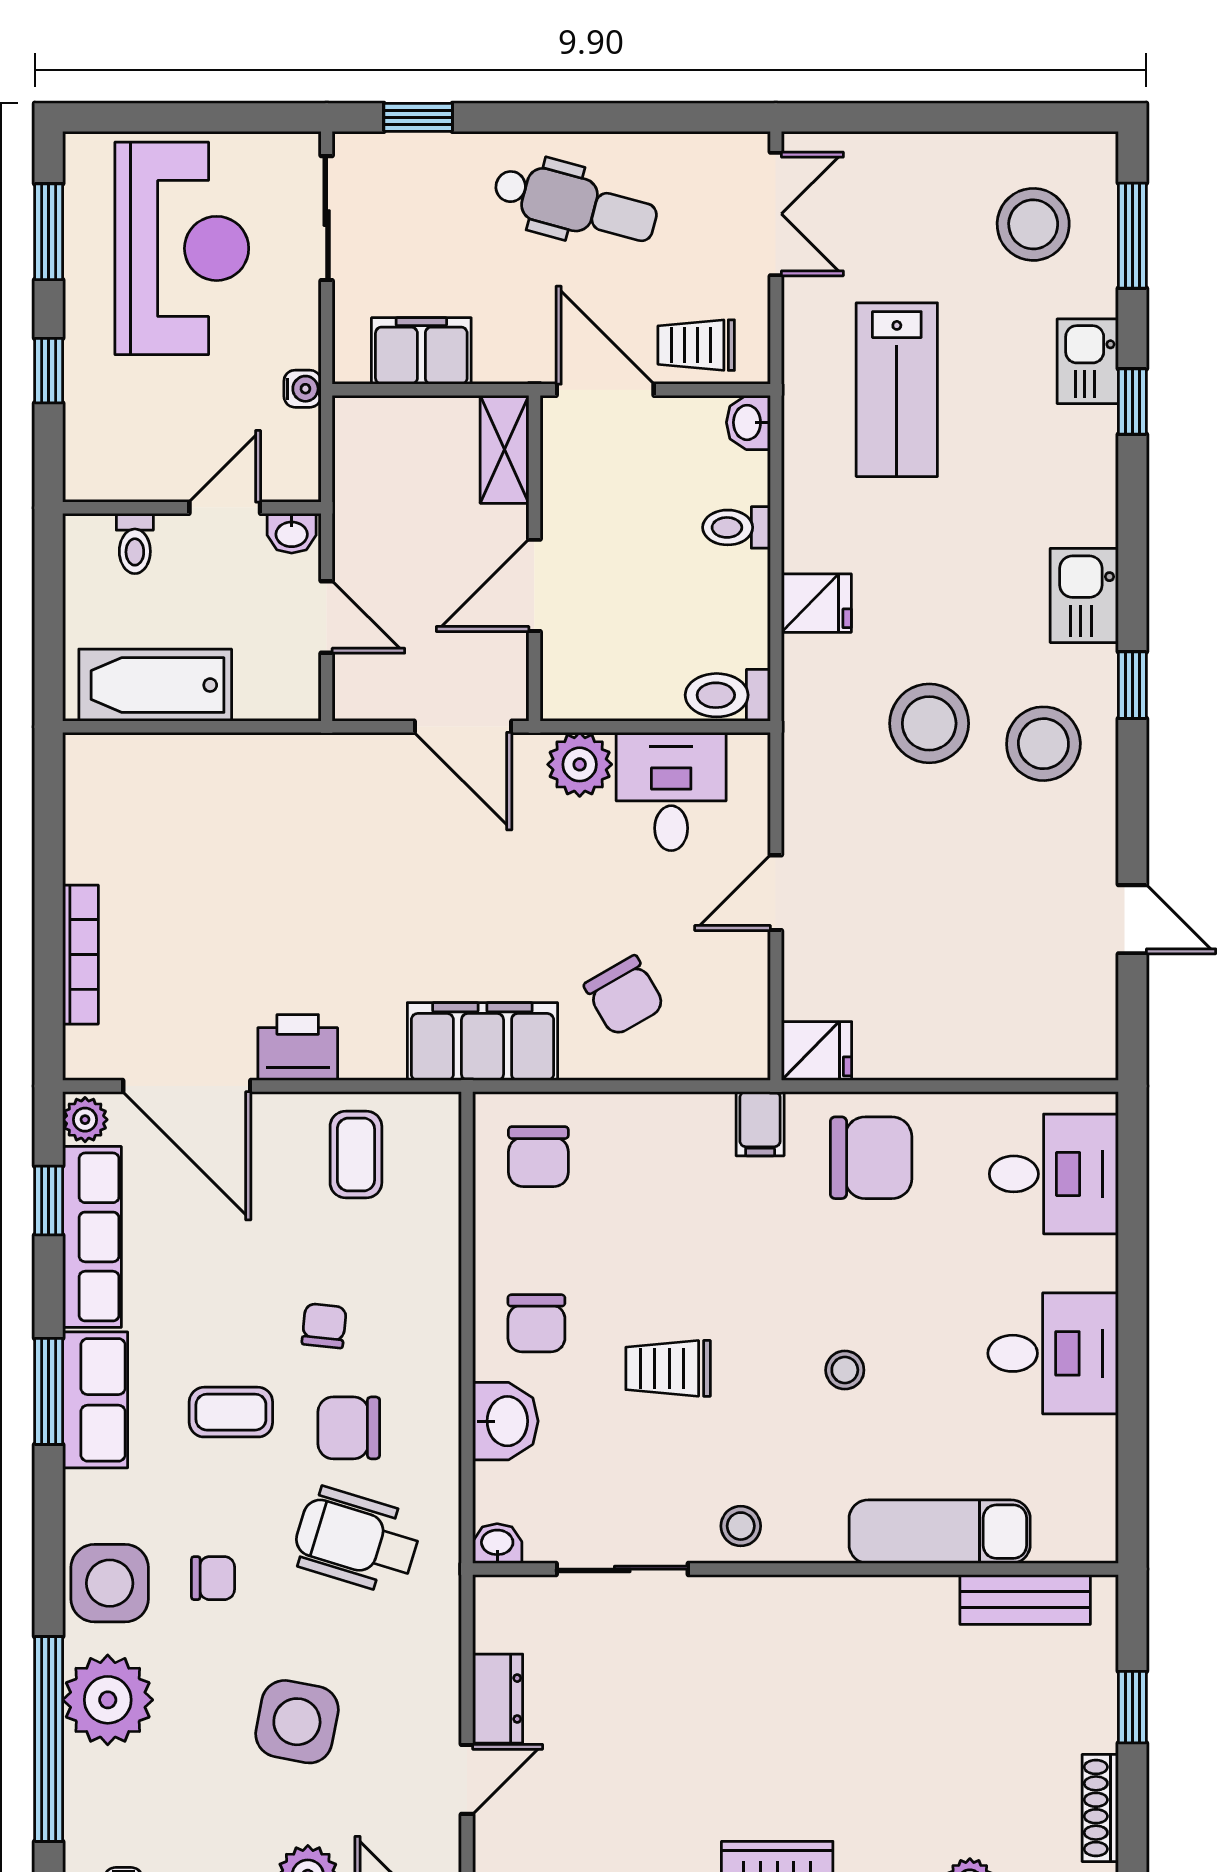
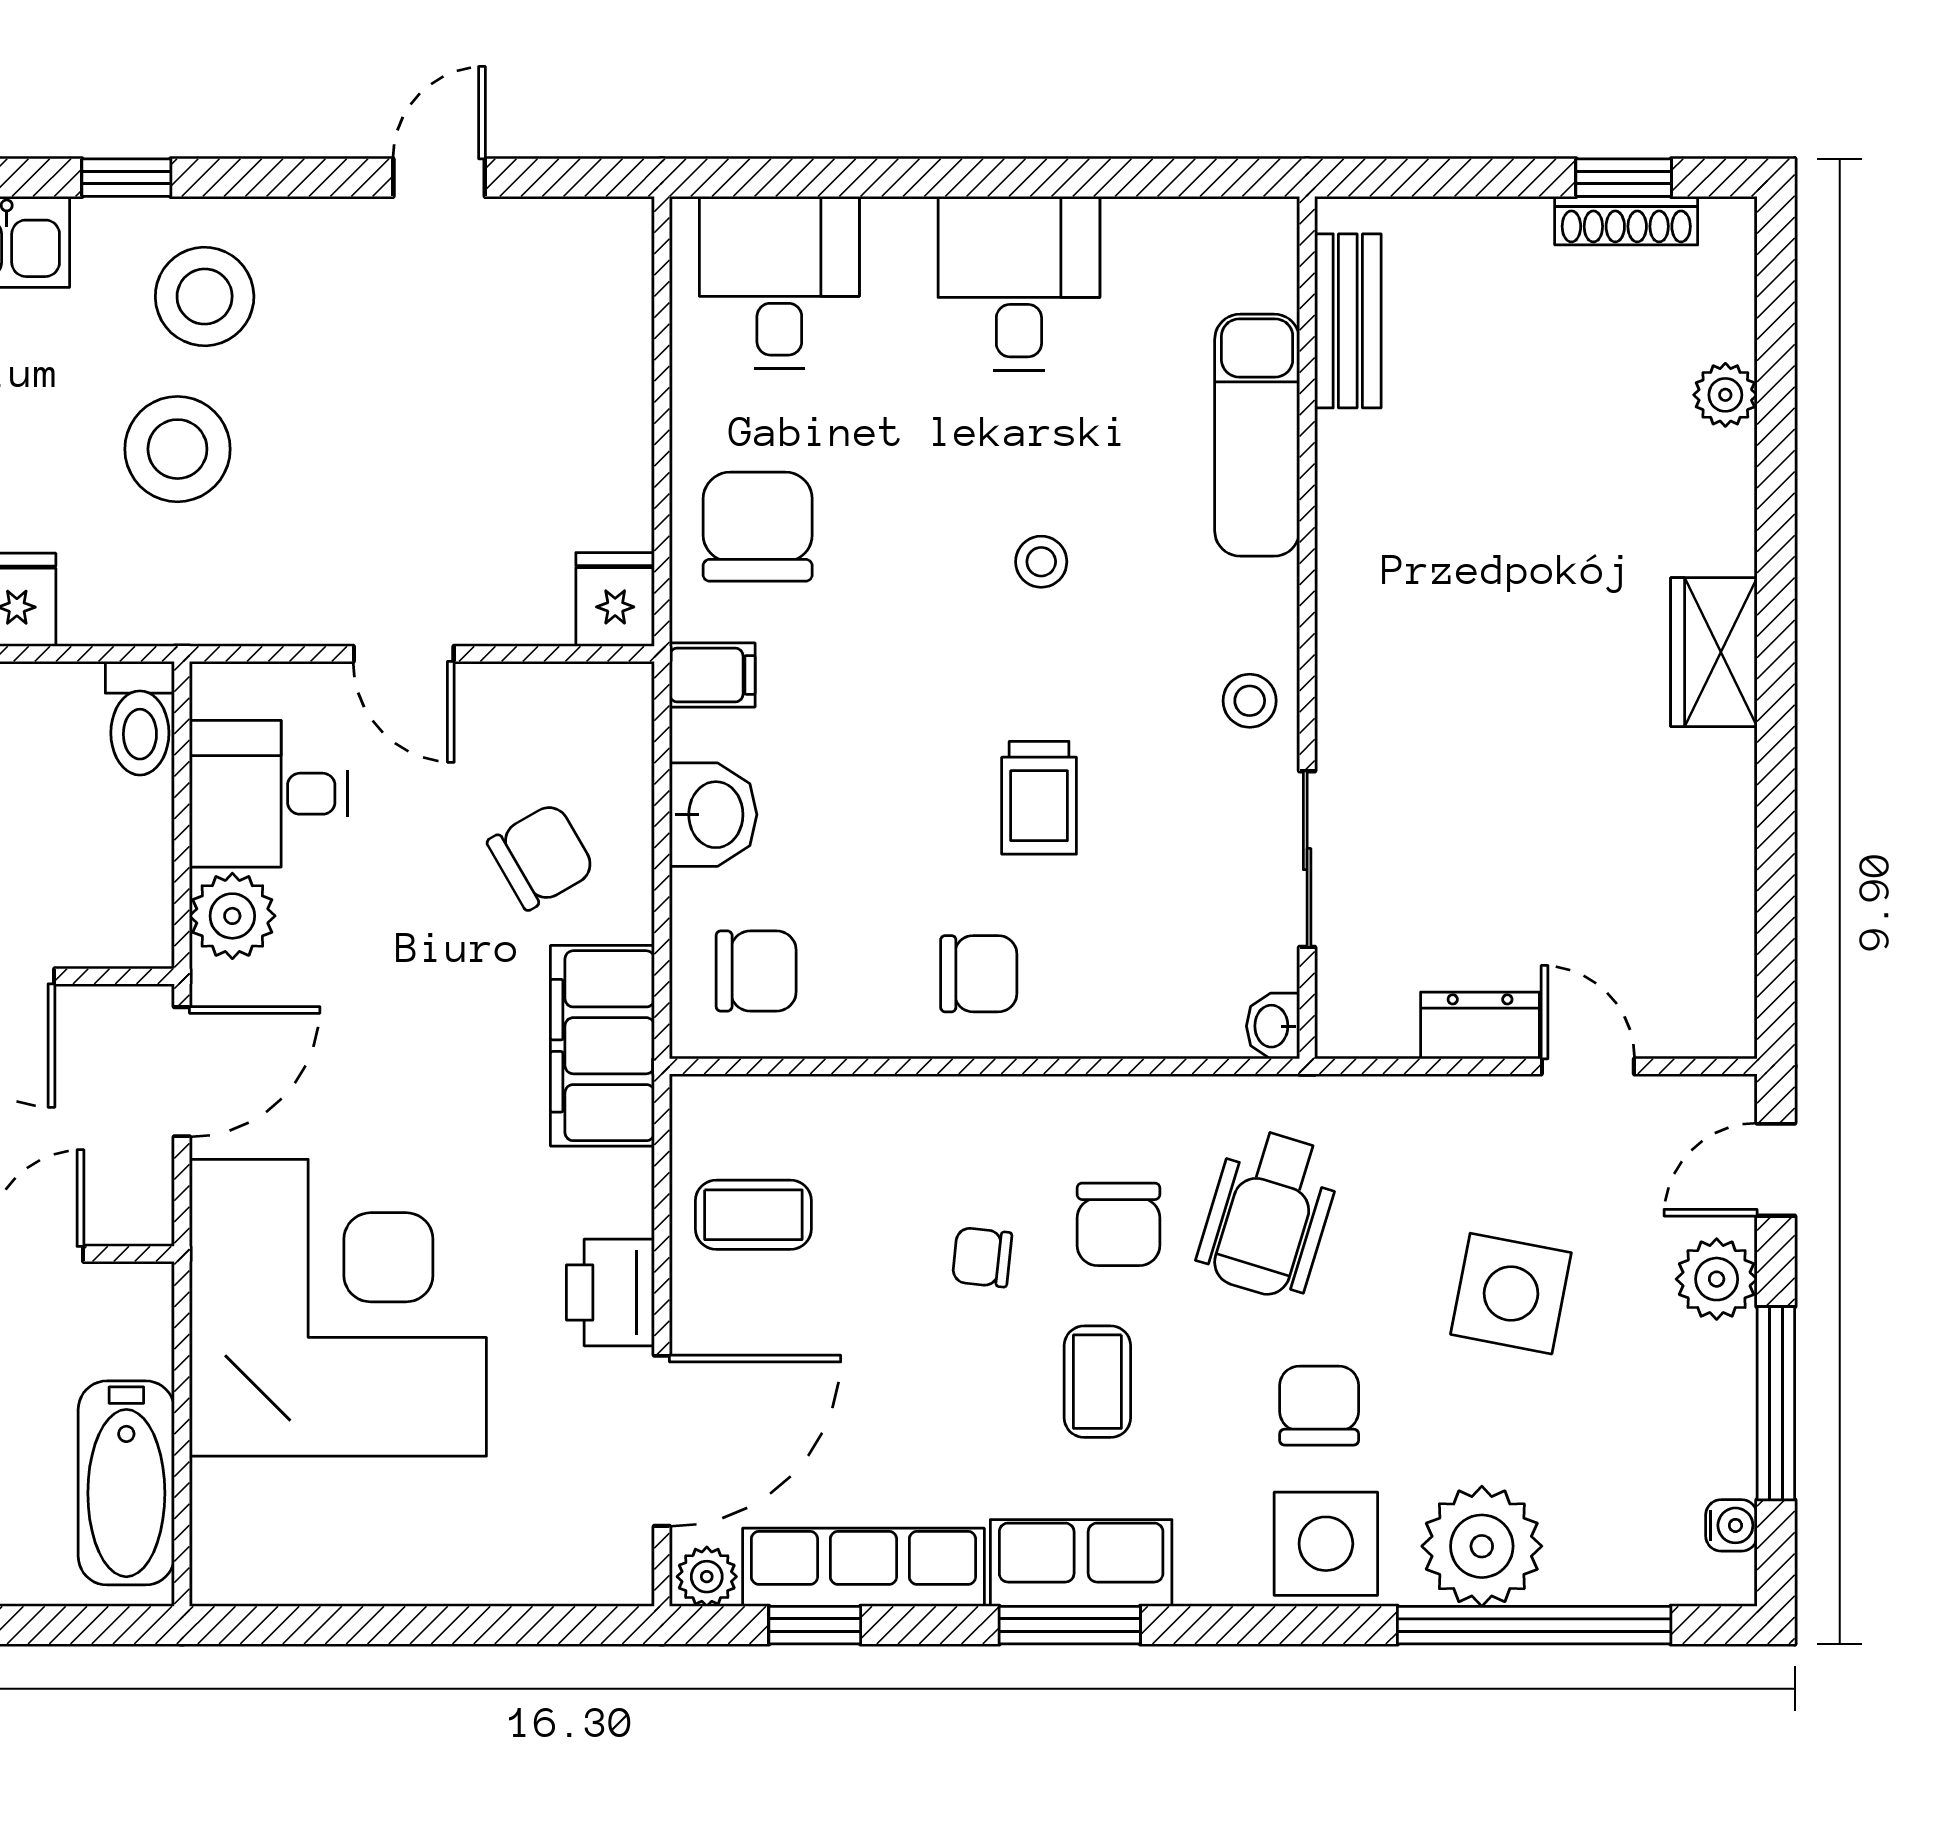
corner desk: (286, 843) -> (338, 1308), added
bookcase: (80, 955) -> (486, 1583), removed
washbasin: (505, 1421) -> (713, 815), moved, turned 90
chair: (213, 1578) -> (1319, 1406), width x1.37, depth x1.37
window: (1132, 1707) -> (1624, 178), moved

